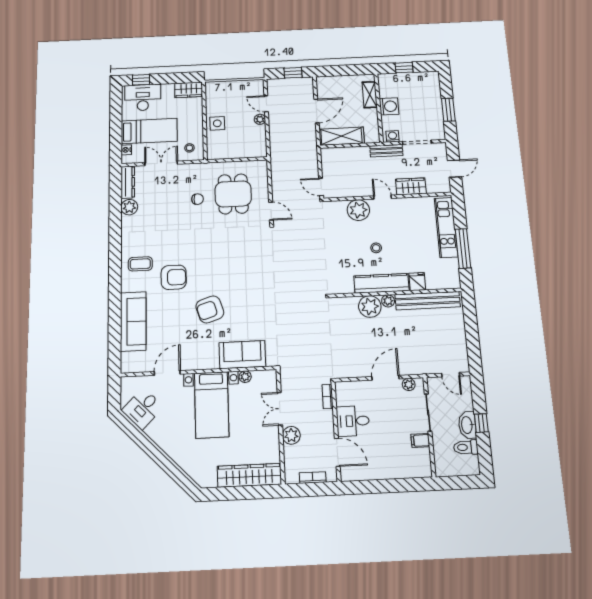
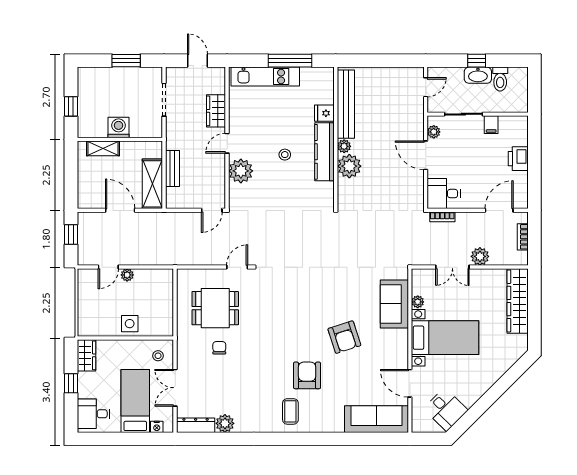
window: (141, 80) -> (71, 383), moved
desk: (143, 98) -> (93, 414), width x0.73
washing machine: (393, 136) -> (156, 126), removed
bench: (386, 151) -> (172, 169), moved
sofa: (133, 321) -> (377, 419), moved
desk: (353, 421) -> (444, 194), moved, turned 90
printer: (389, 469) -> (518, 159), added

